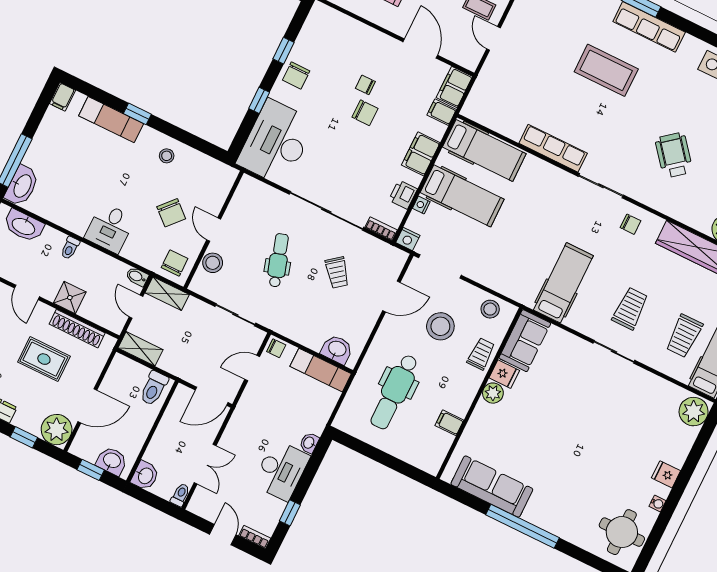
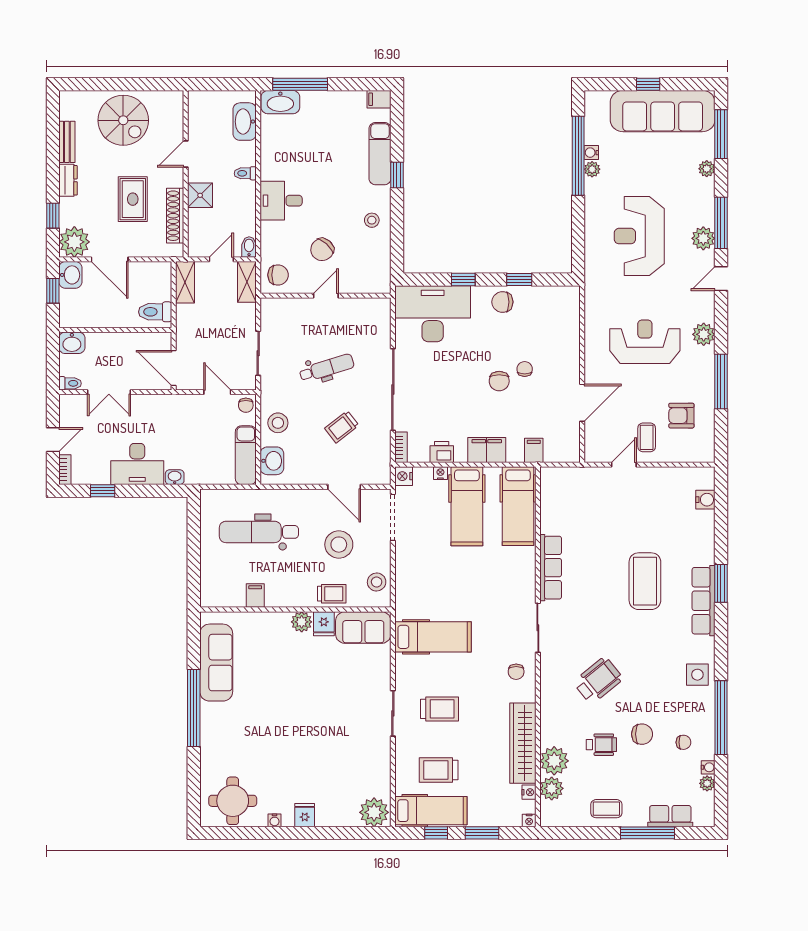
filing cabinet: (454, 87) -> (562, 451), removed
stool: (213, 263) -> (278, 423), moved
washbasin: (112, 461) -> (70, 275), moved

